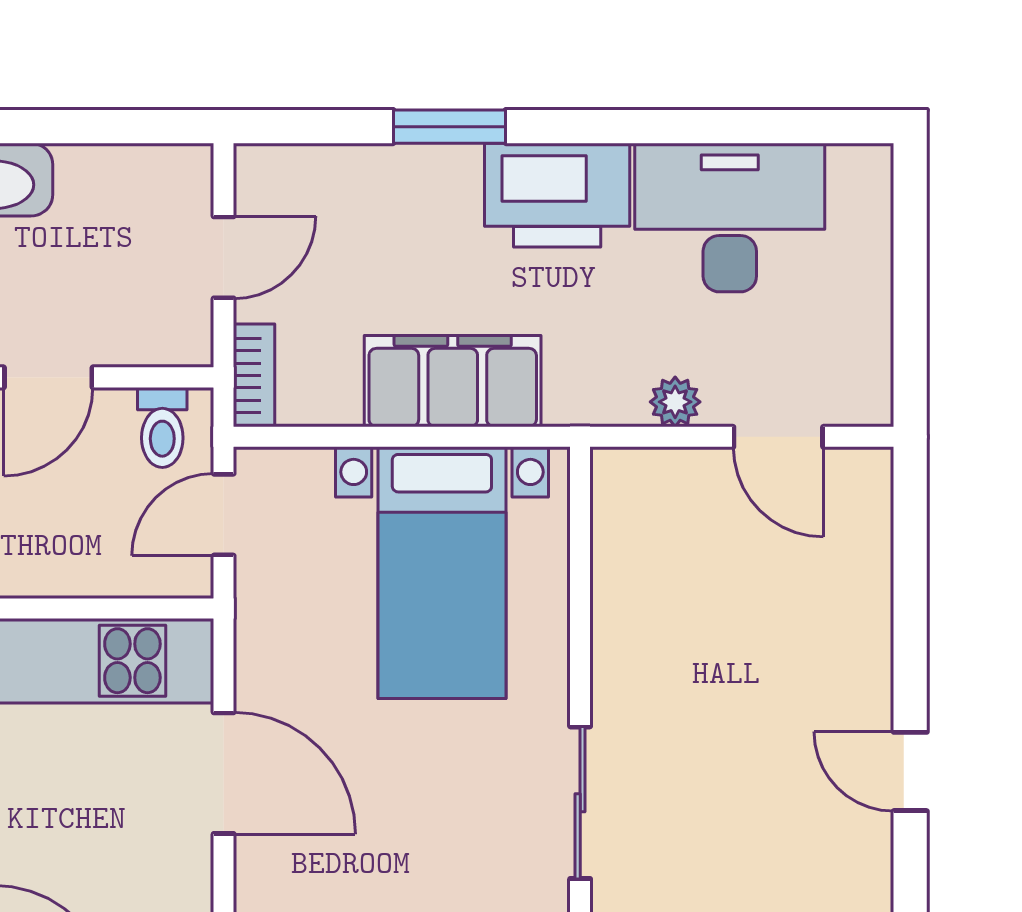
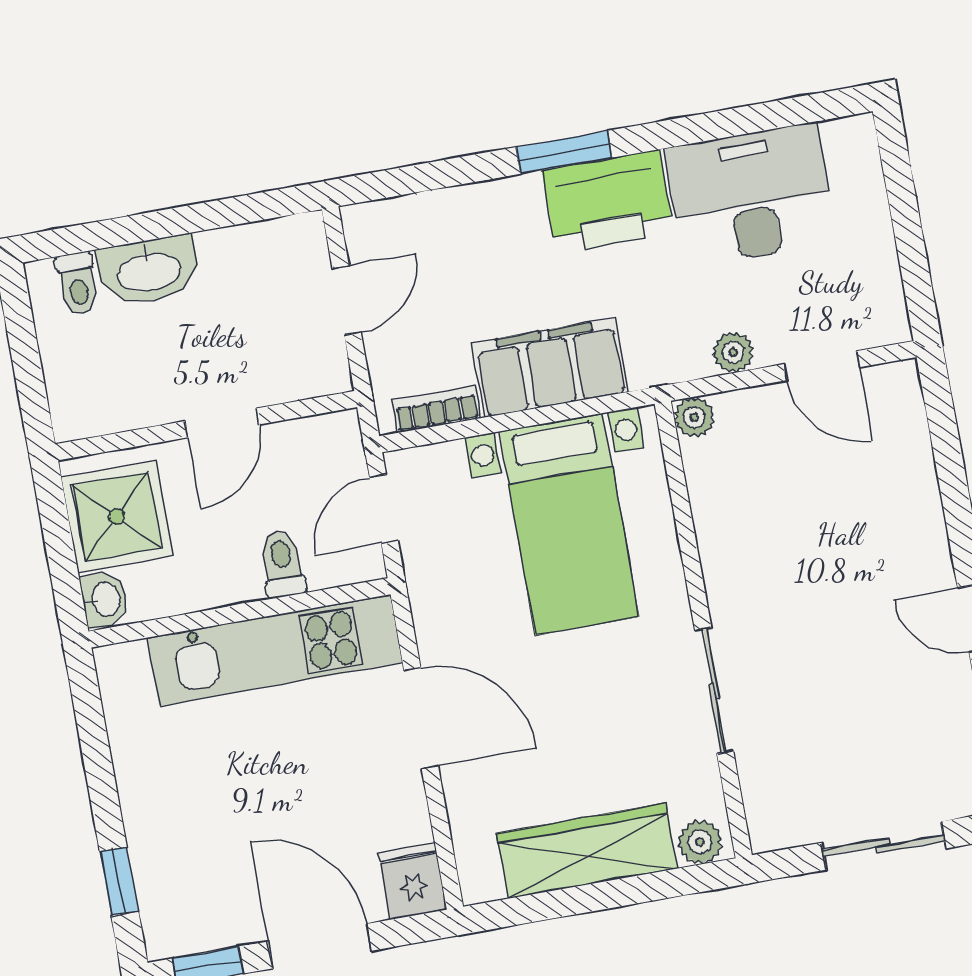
window: (450, 127) -> (564, 152), moved
bookcase: (254, 375) -> (436, 409), moved, turned -90
toilet: (162, 427) -> (282, 563), moved, turned 180
plant: (615, 471) -> (694, 417), added

